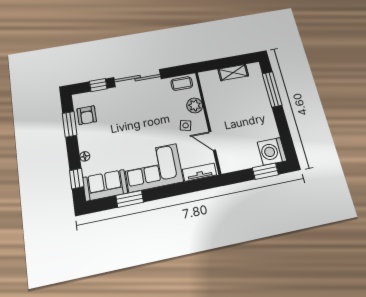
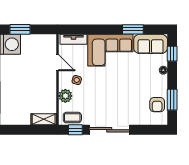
shelving: (233, 72) -> (44, 119), moved
window: (98, 85) -> (75, 130), moved
armchair: (87, 115) -> (157, 105), turned 180

